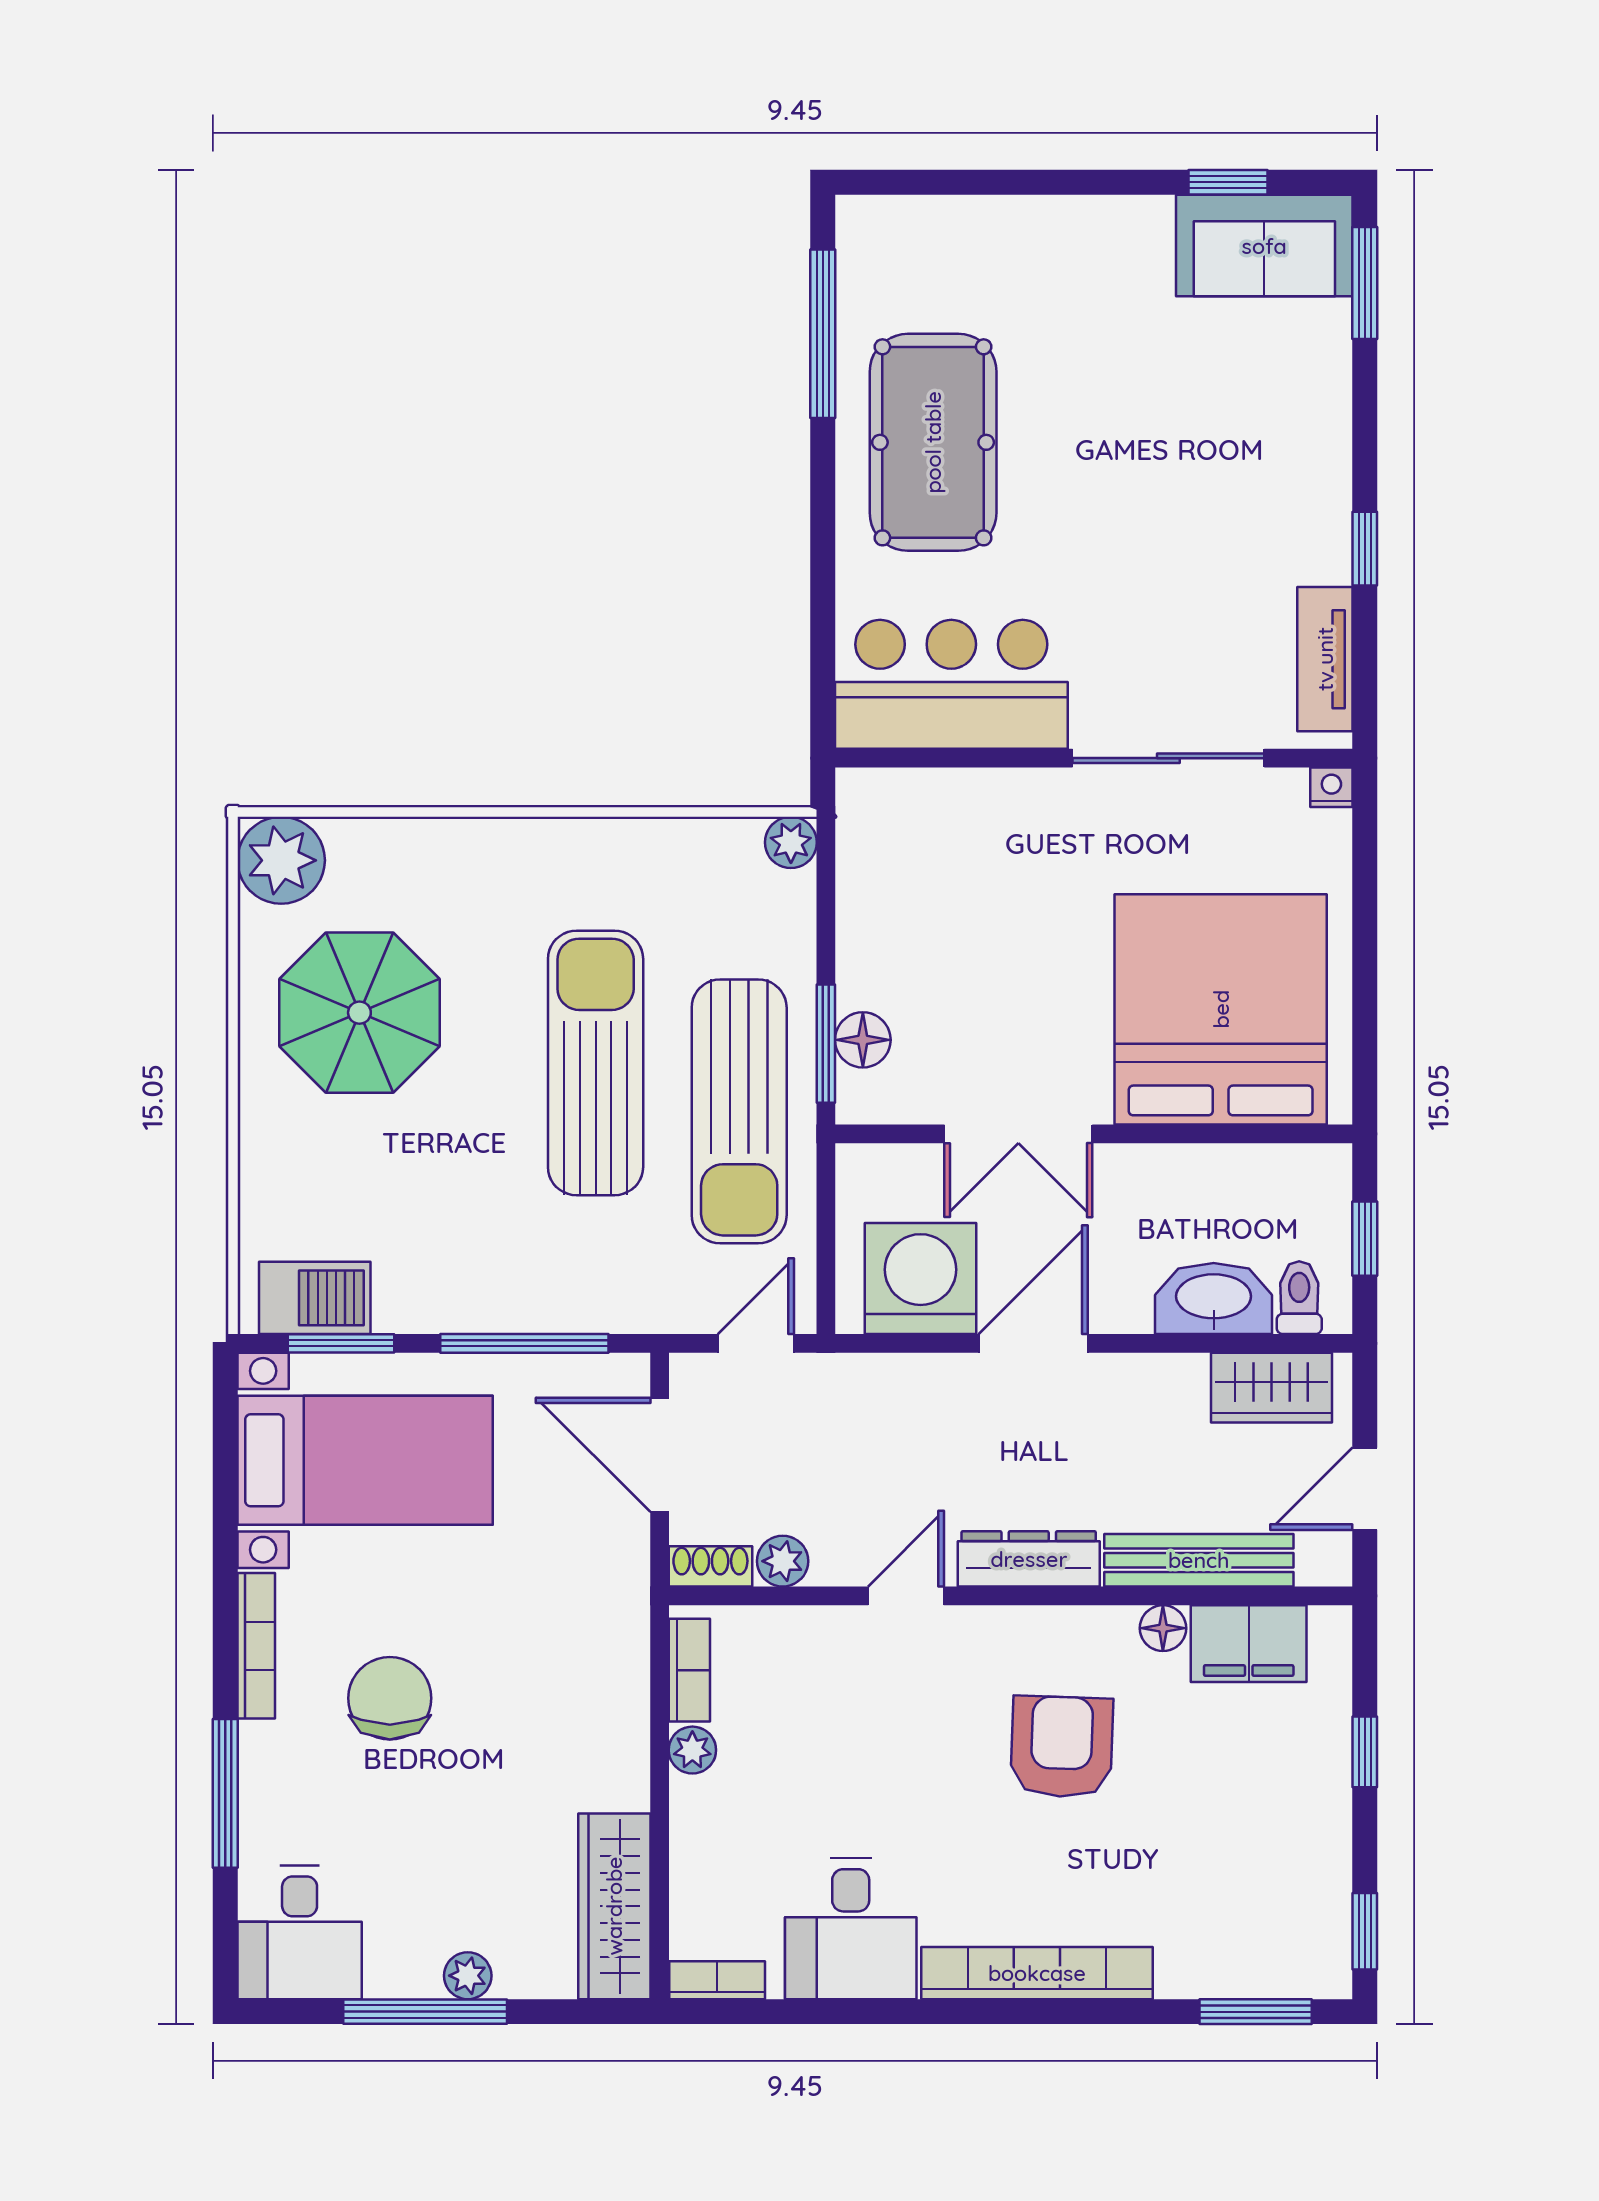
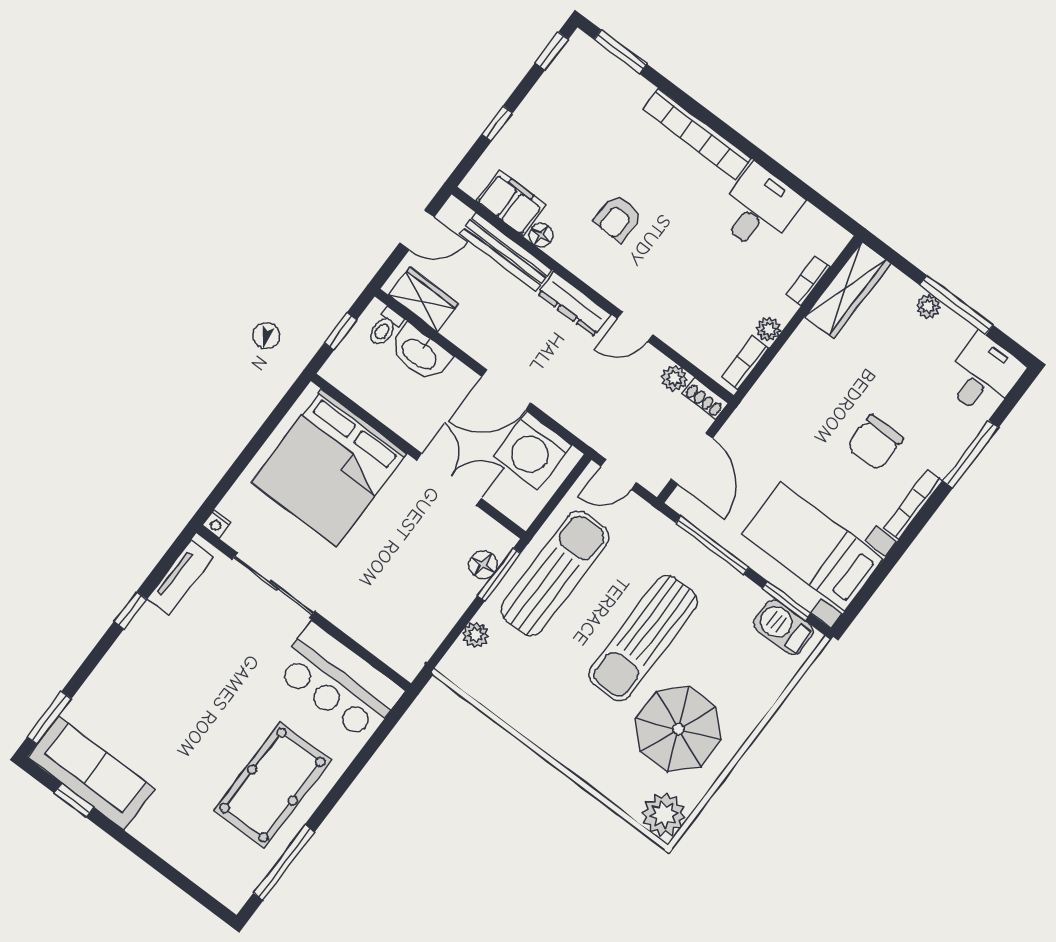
sofa: (1264, 246) -> (91, 773), width x1.36
plant: (791, 842) -> (476, 635), moved
sun lounger: (596, 1063) -> (643, 638), moved
armchair: (1062, 1747) -> (618, 218), width x0.72, depth x0.72
bookcase: (717, 1980) -> (808, 281), moved, turned 90

